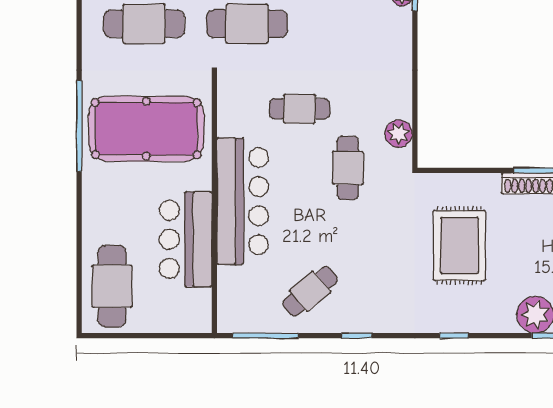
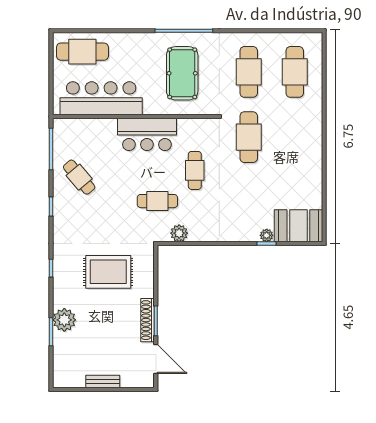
pool table: (146, 129) -> (182, 73), width x0.73, depth x0.76
bar counter: (243, 201) -> (147, 134), width x0.73
bar counter: (186, 239) -> (101, 98), width x1.36

